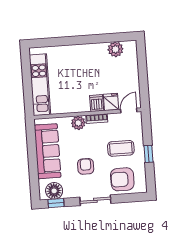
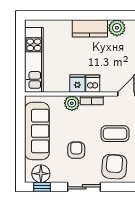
kitchen counter: (90, 52) -> (90, 28), added
fridge: (111, 102) -> (77, 83), moved
armchair: (122, 179) -> (114, 167), turned 94

